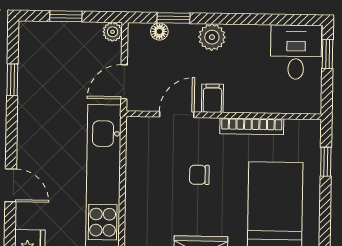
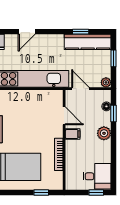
kitchen counter: (33, 66) -> (88, 42), added
chair: (199, 175) -> (34, 128), removed

